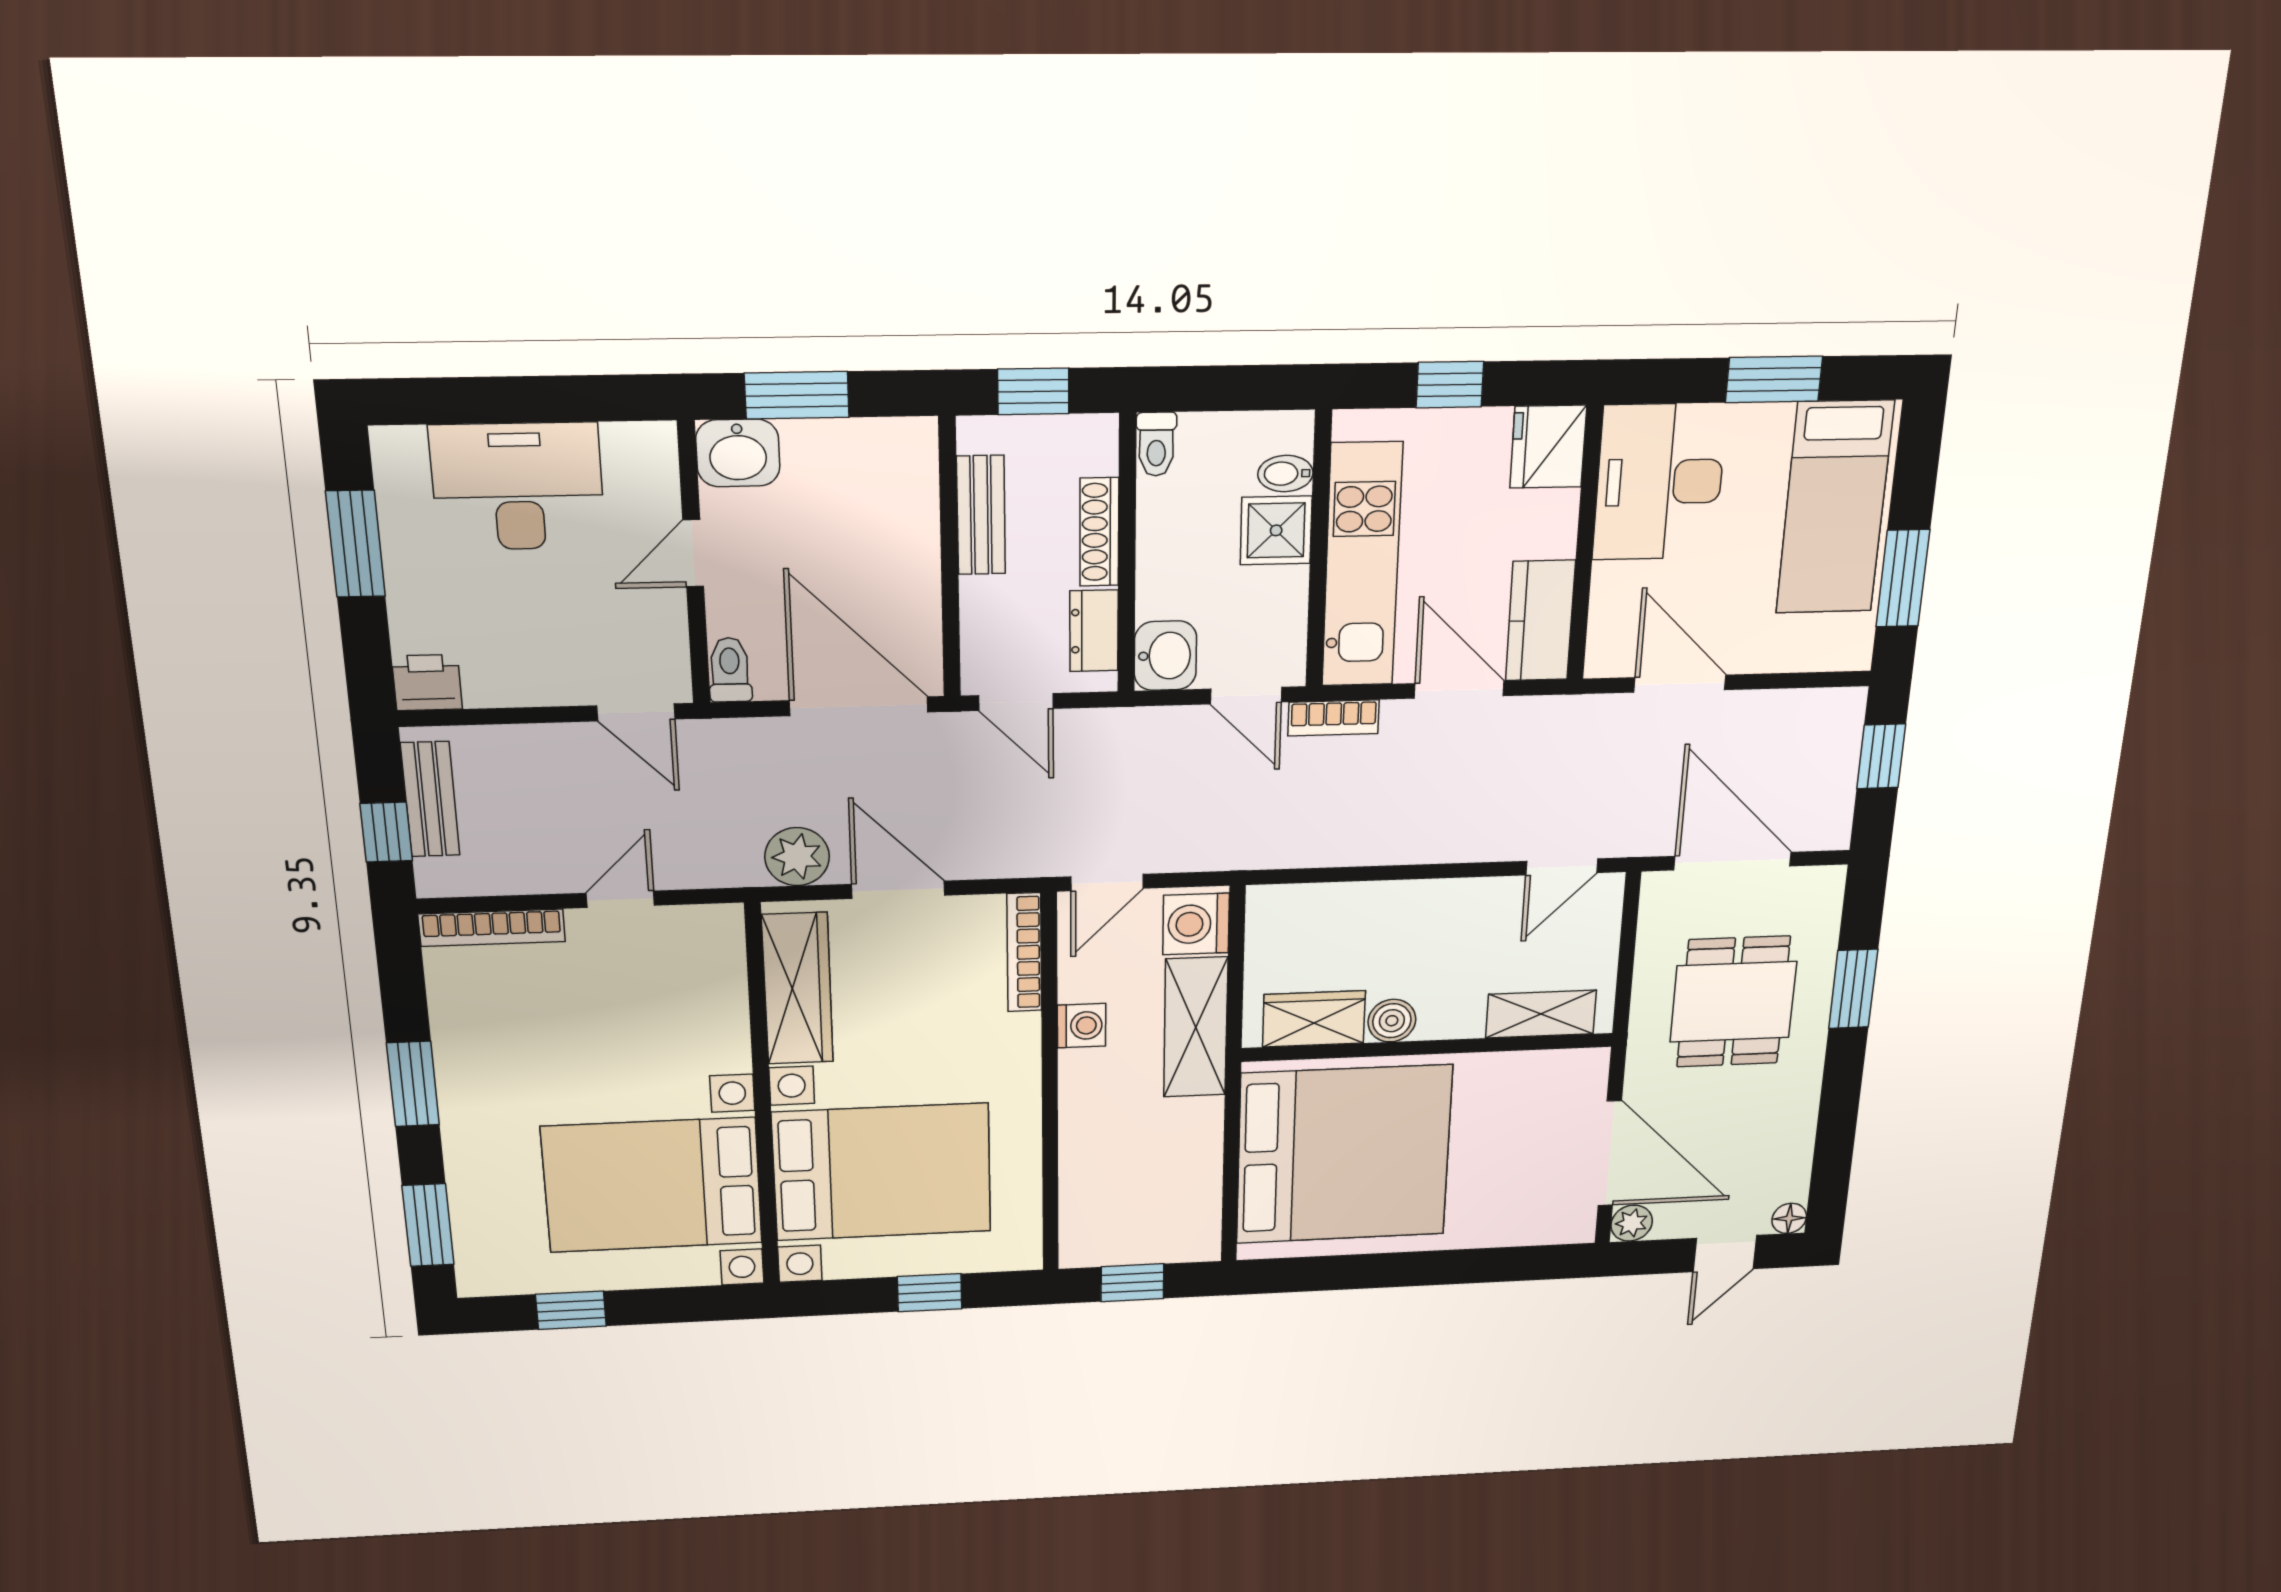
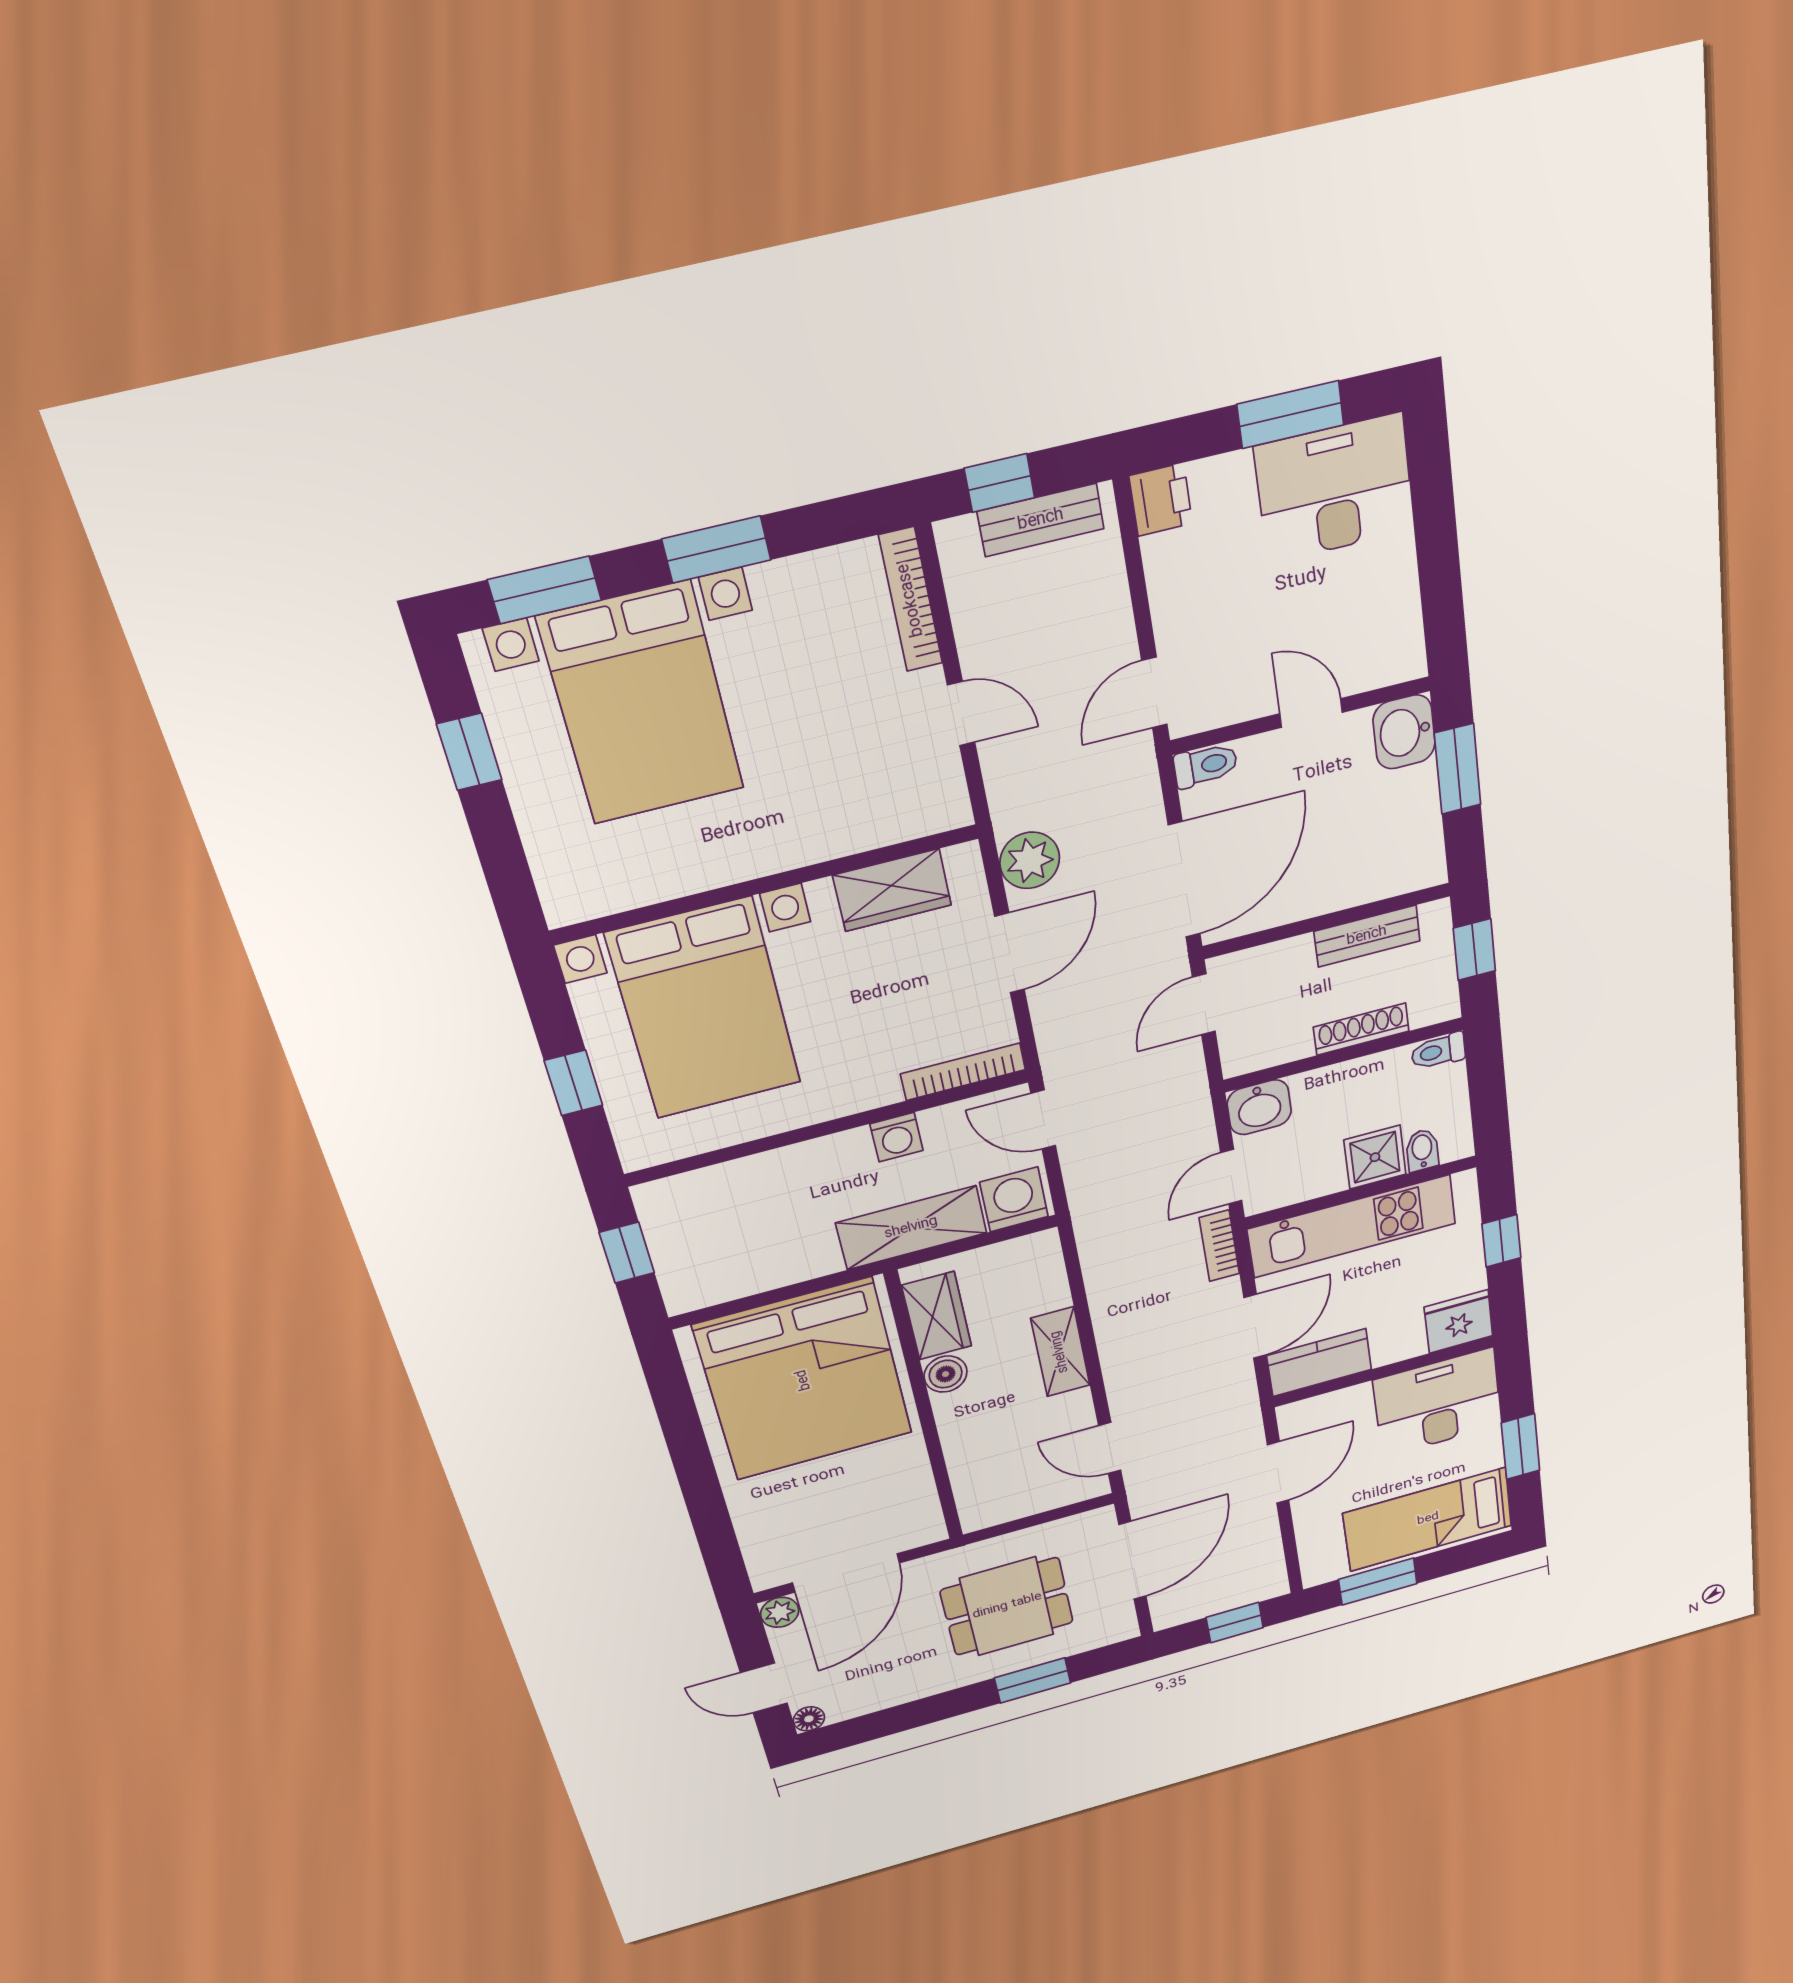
desk: (518, 487) -> (1335, 488), moved, turned -90
dresser: (1094, 631) -> (1275, 1048), removed
wardrobe: (797, 989) -> (892, 890), width x0.67
shelving: (1541, 1014) -> (1060, 1352), moved
bed with nightstands: (652, 1185) -> (642, 704), moved, turned 180

